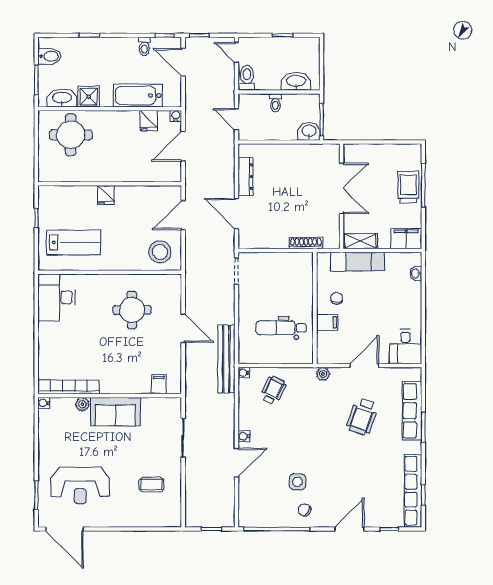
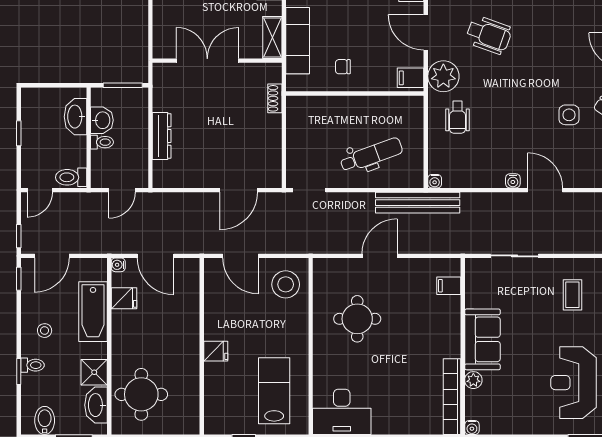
toilet: (144, 46) -> (32, 365), moved
stool: (123, 56) -> (45, 331), added
washbasin: (309, 131) -> (102, 120), moved, turned 180
dresser: (246, 177) -> (162, 136), moved, turned 90
shoe rack: (306, 243) -> (275, 98), width x0.70
filing cabinet: (327, 322) -> (411, 78), moved, turned -90
dental chair: (281, 328) -> (371, 155), moved, turned -110
plant: (323, 374) -> (443, 76), width x1.87, depth x1.87
wheelchair: (273, 390) -> (458, 117), moved, turned -116
reception desk: (80, 485) -> (573, 383), turned 180

